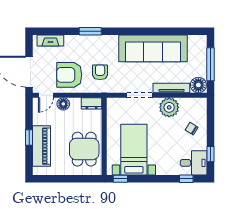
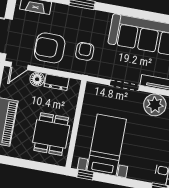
dresser: (92, 103) -> (57, 82), moved

